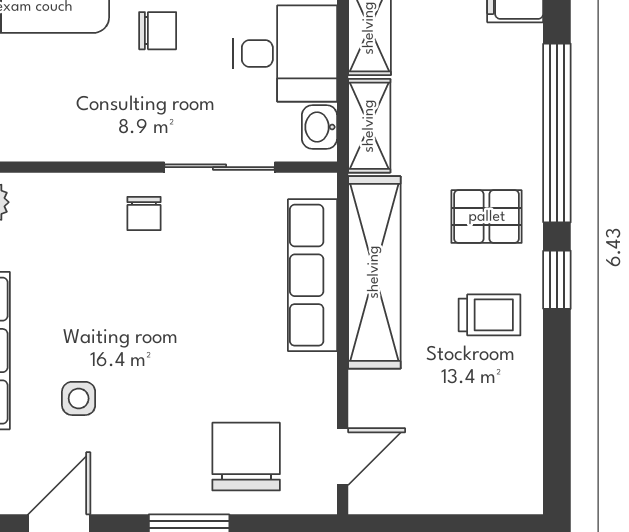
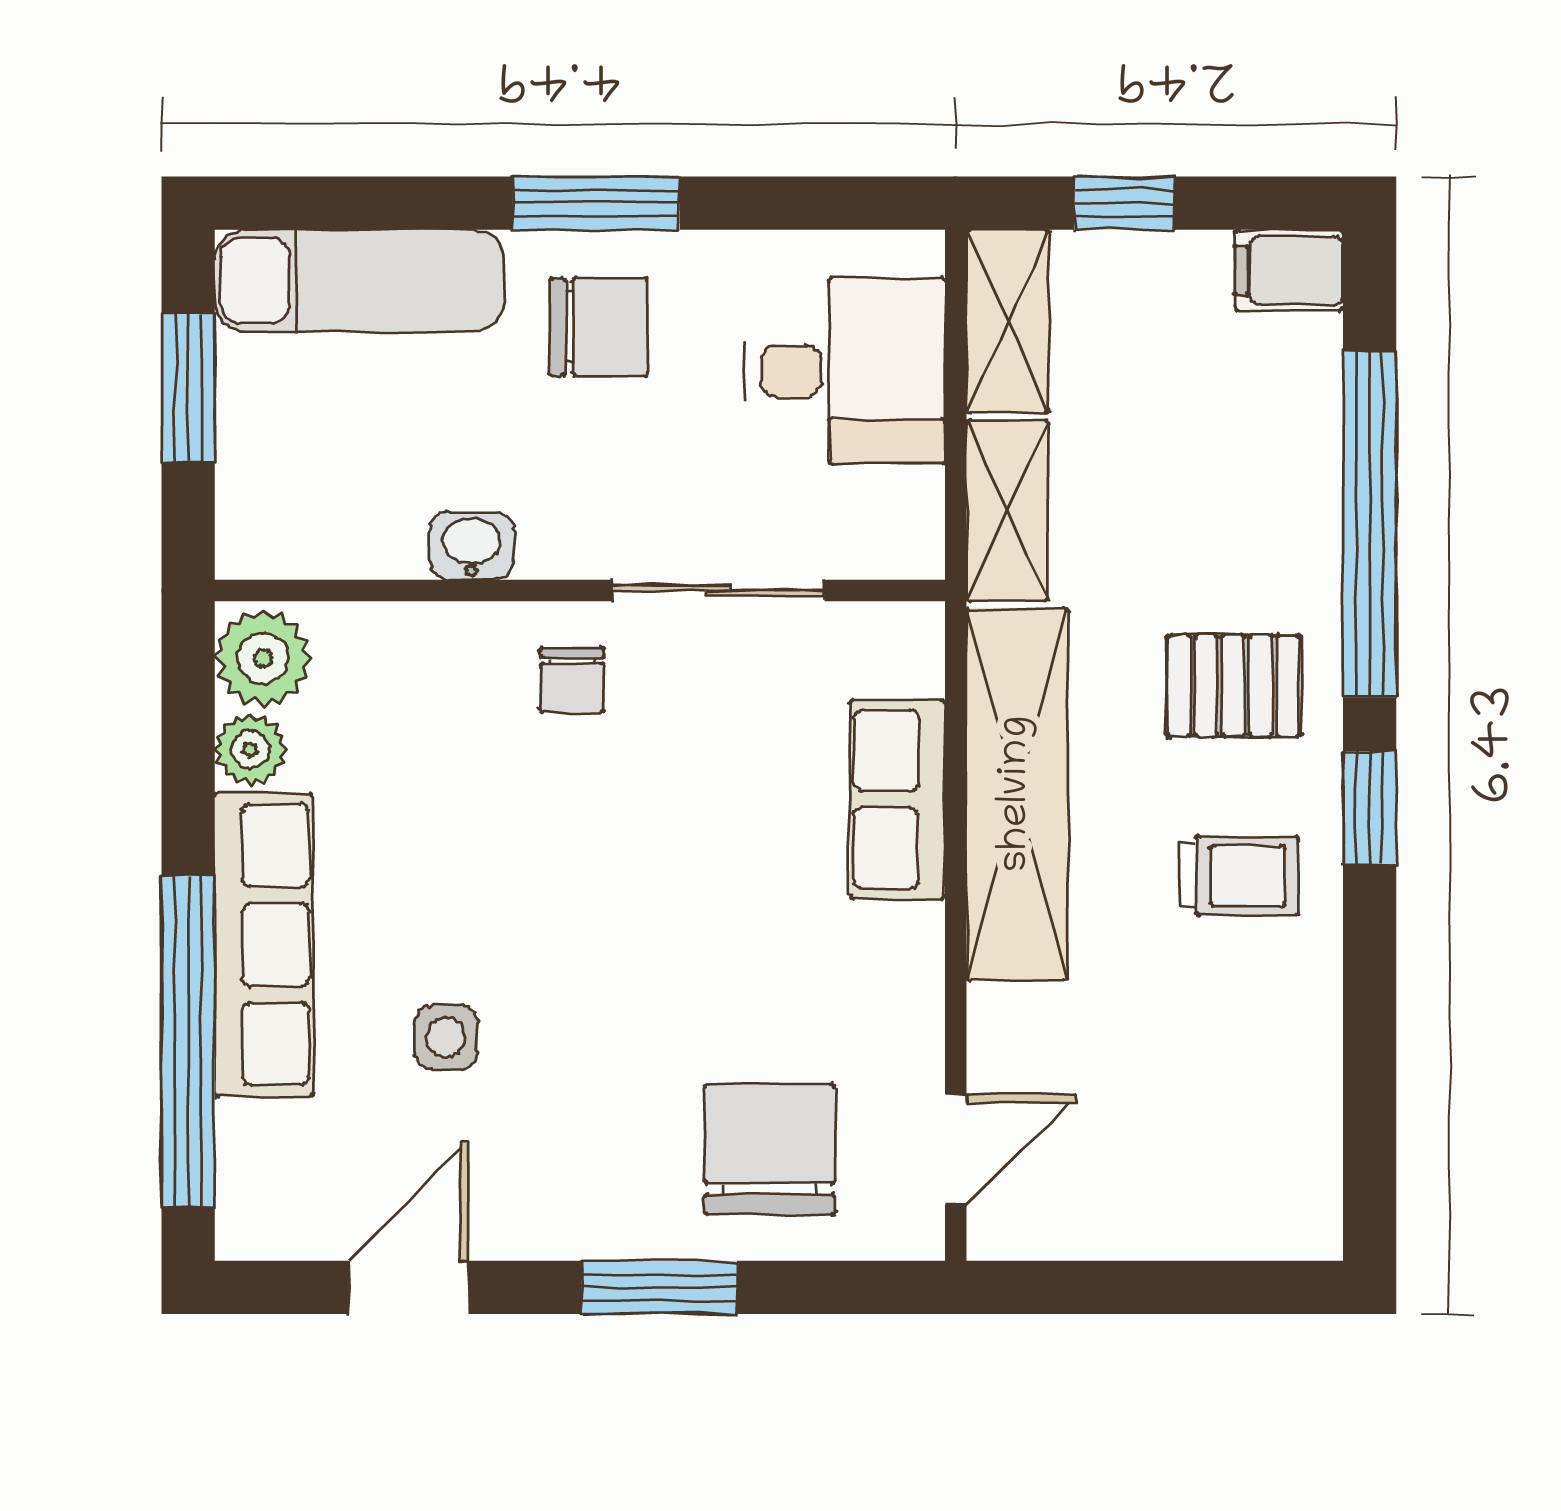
chair: (158, 31) -> (598, 327), width x1.37, depth x1.37
washbasin: (319, 127) -> (471, 546), moved, turned 90
row of seats: (313, 275) -> (898, 799), width x0.68

